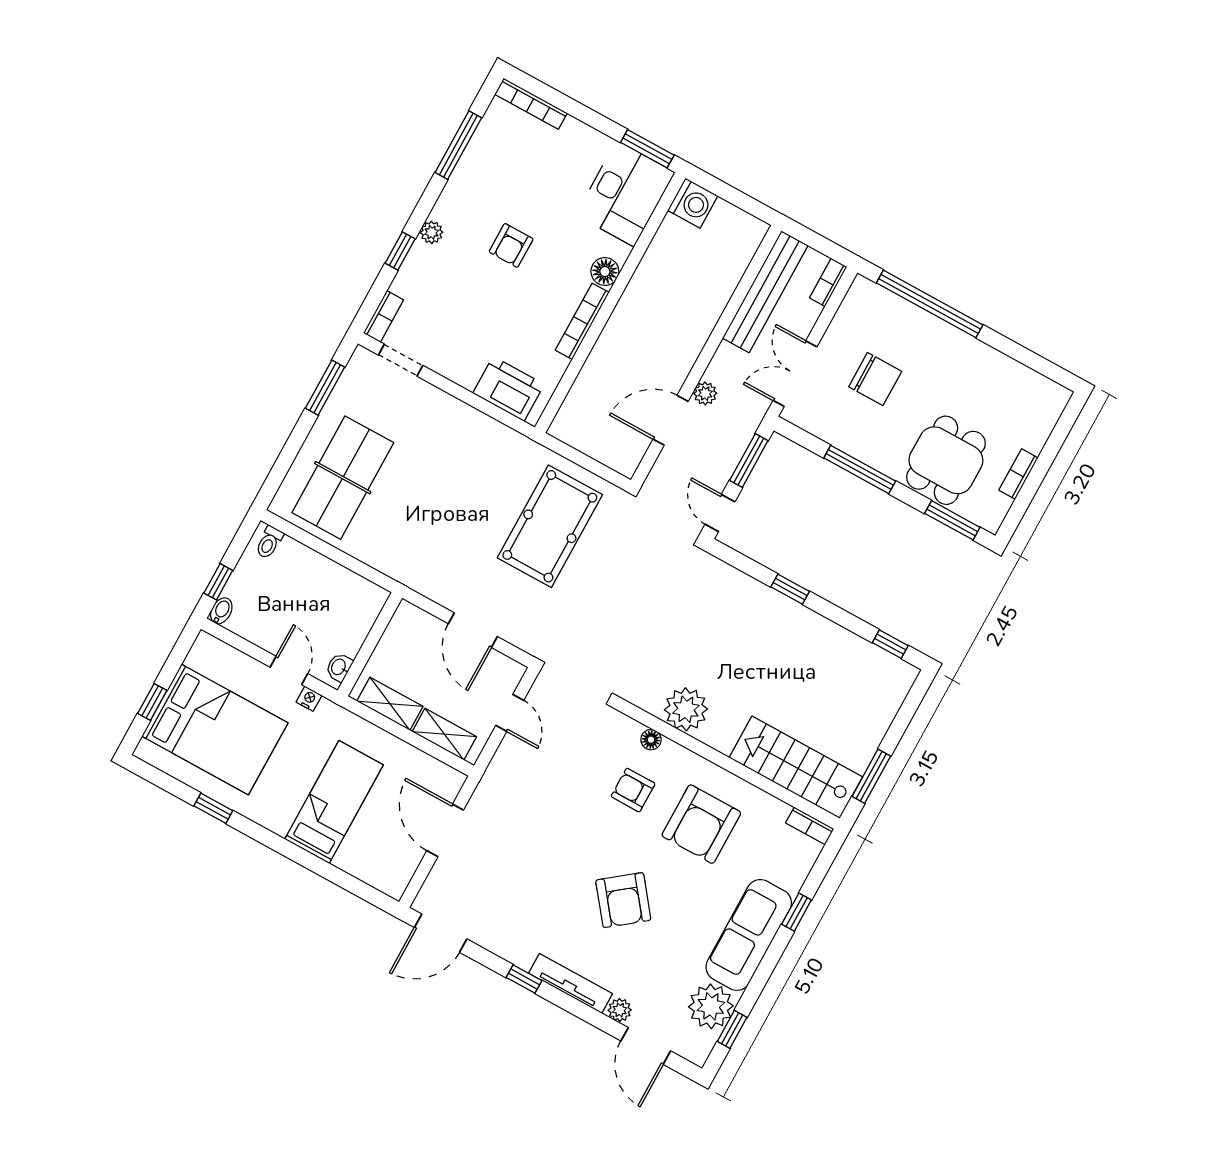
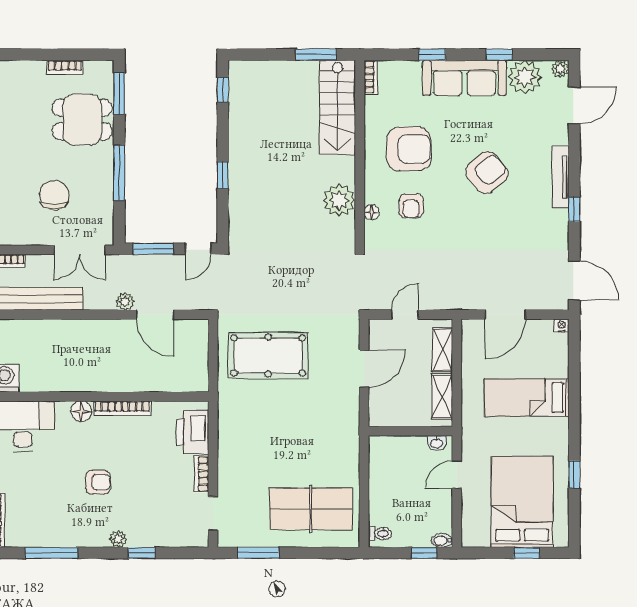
bookcase: (384, 316) -> (201, 474), moved, turned -90
nightstand: (309, 699) -> (562, 326), moved, turned 90
plant: (620, 1010) -> (560, 69), moved
window: (732, 1029) -> (499, 55), moved

